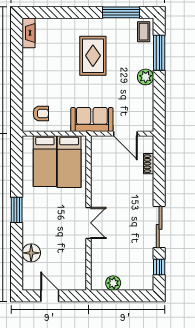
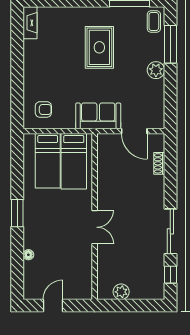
floor lamp: (31, 253) -> (28, 255), width x0.53, depth x0.53
door: (50, 296) -> (53, 306), hinge flipped

